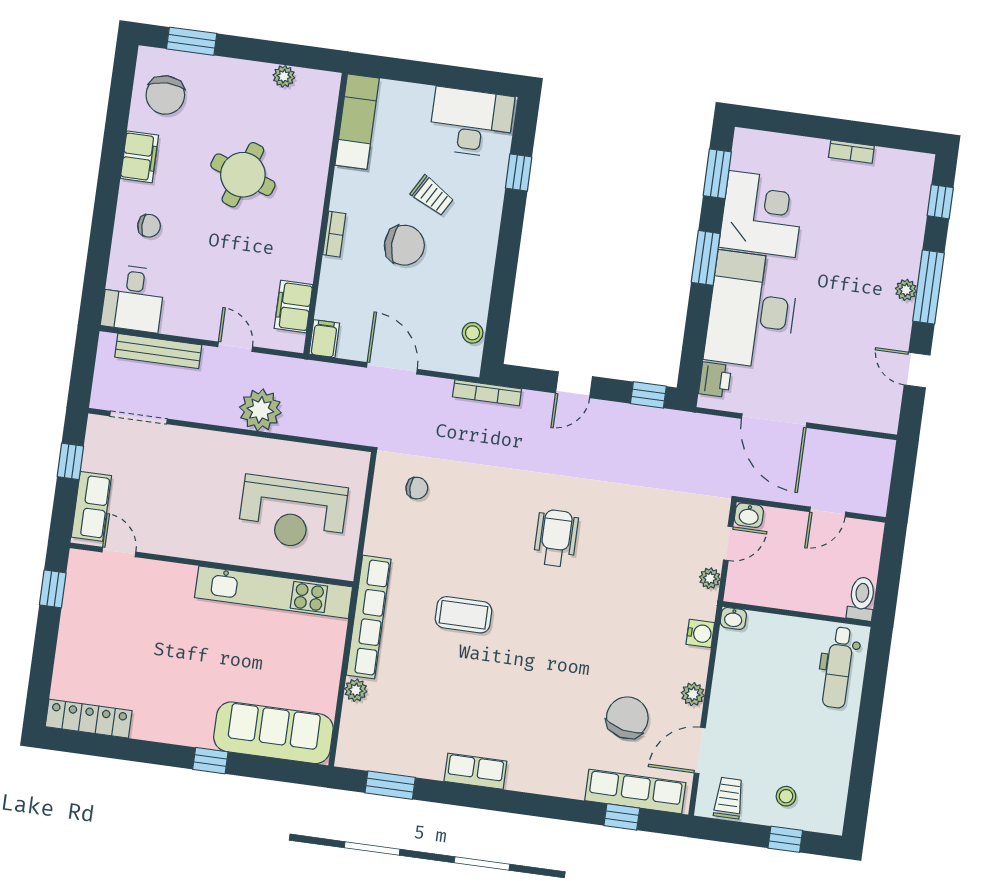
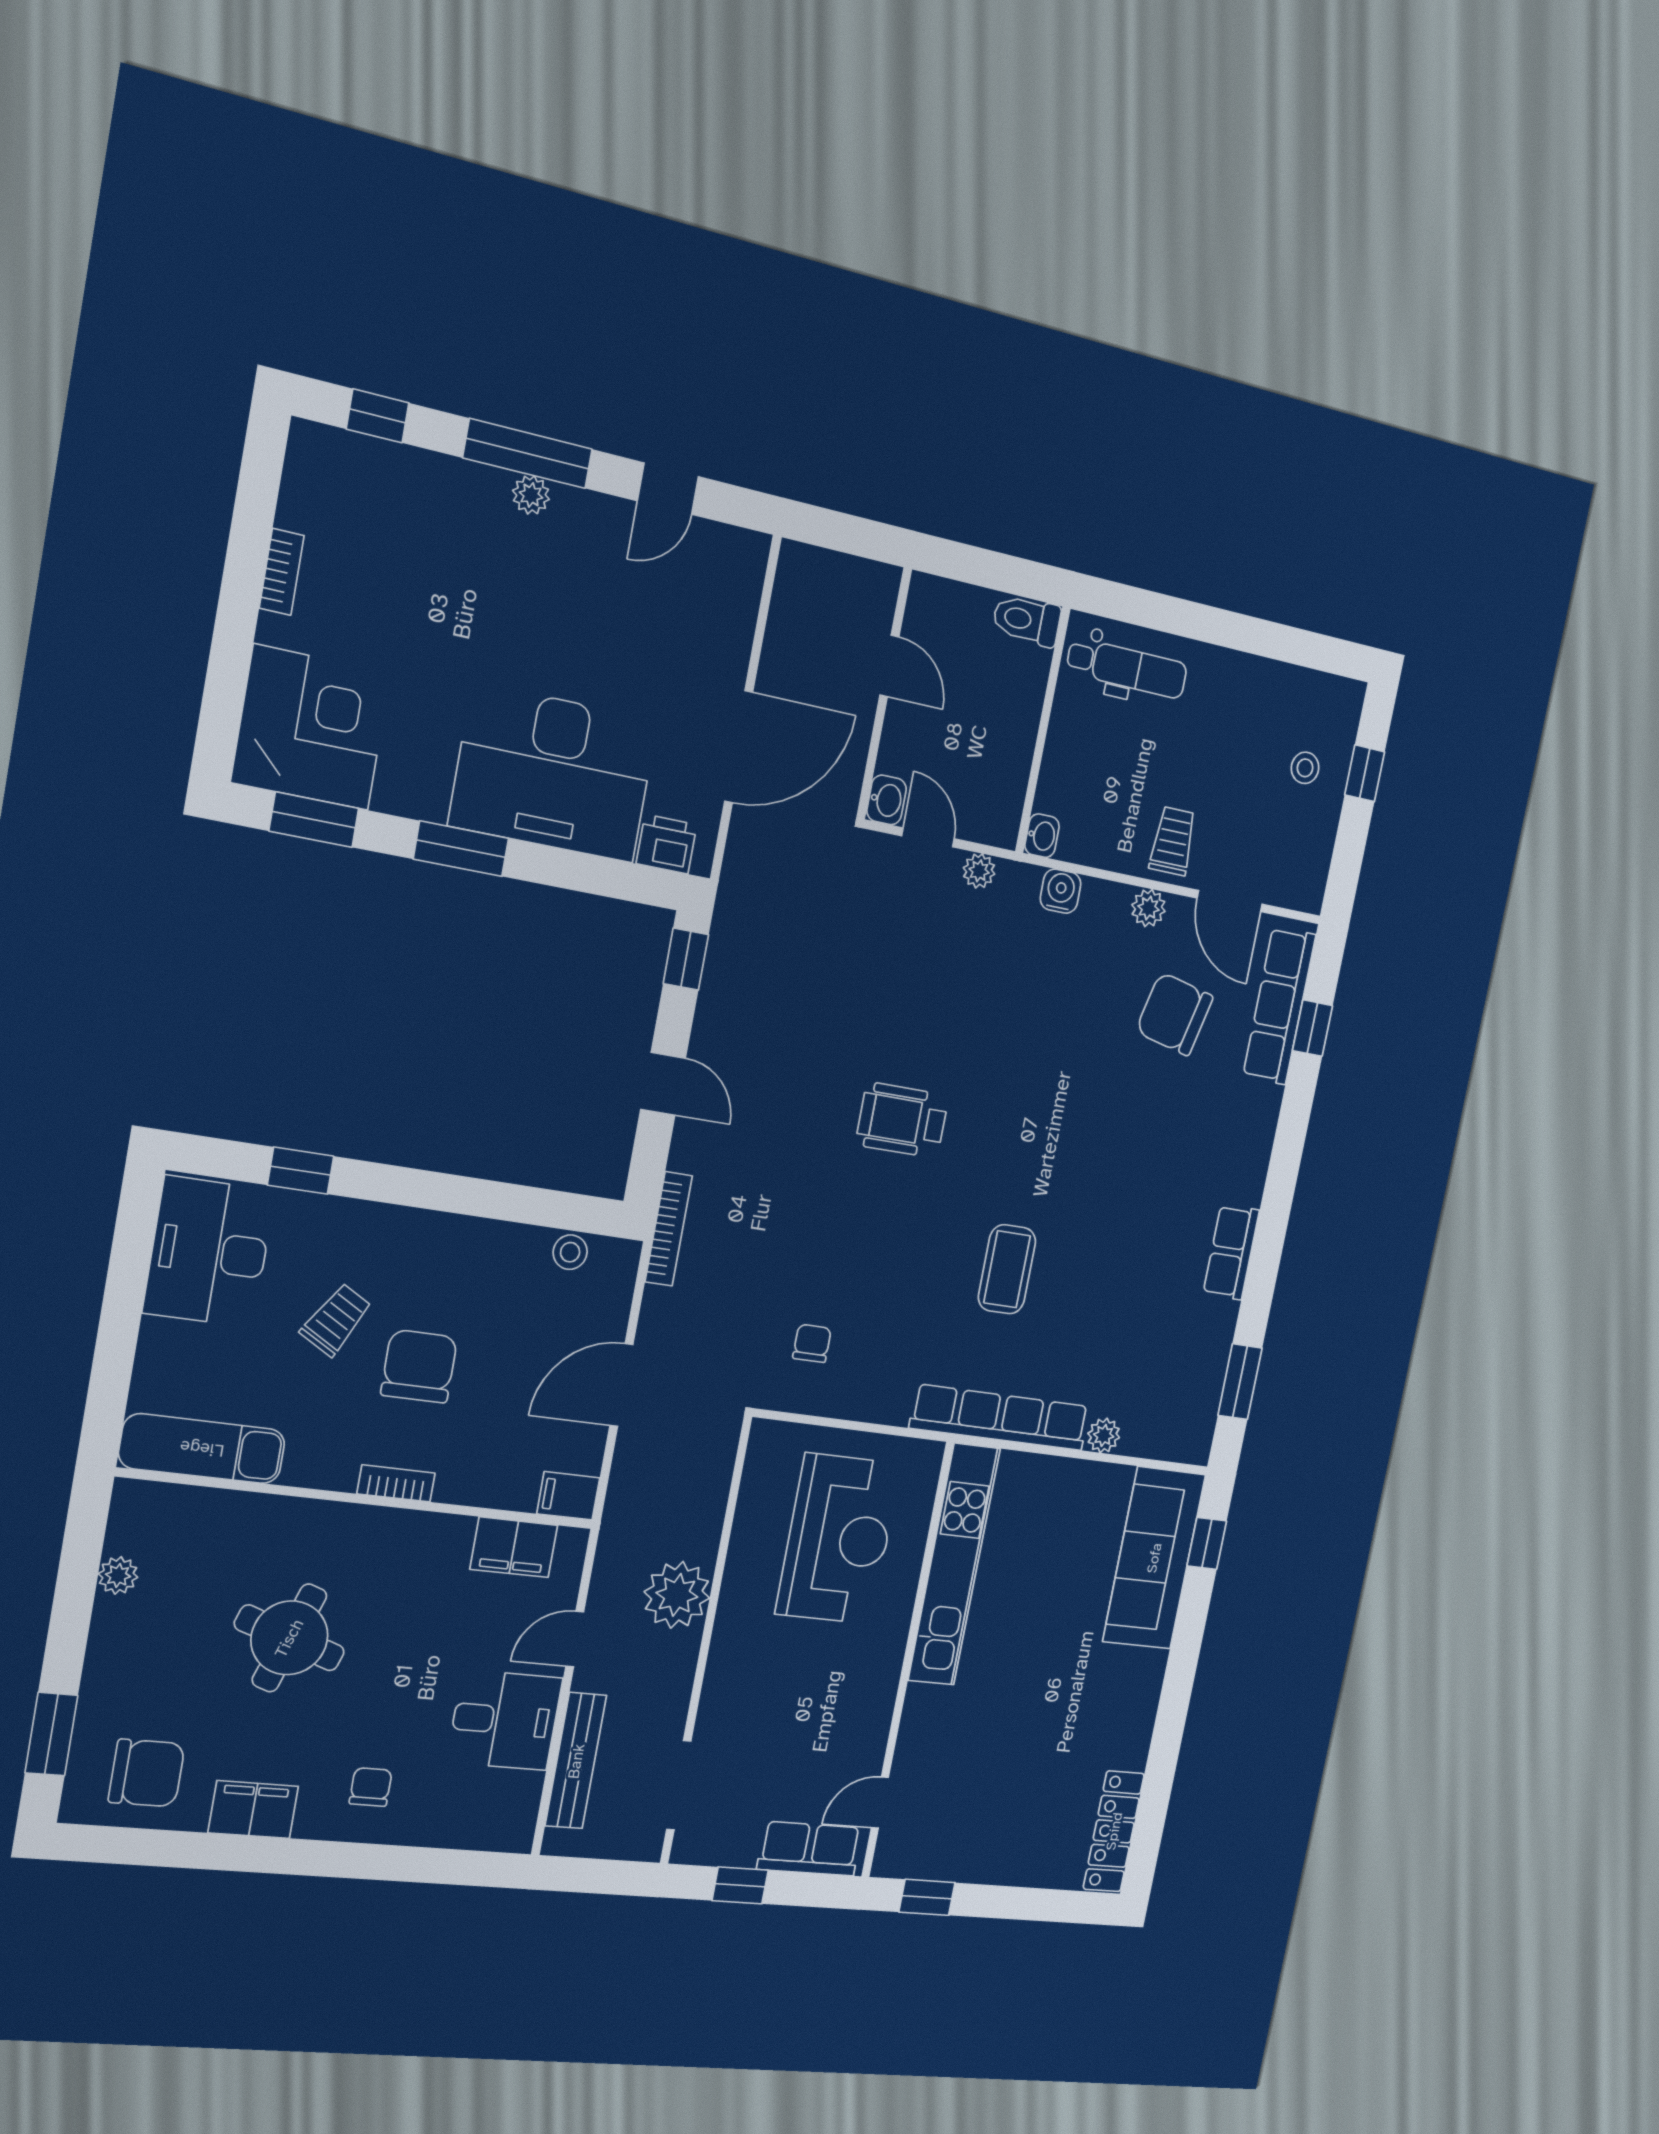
corner desk: (762, 214) -> (311, 728), moved, turned 90
desk: (133, 298) -> (505, 1720), moved
window: (210, 761) -> (1207, 1543), moved
trolley: (729, 798) -> (1173, 841), moved, turned 90

